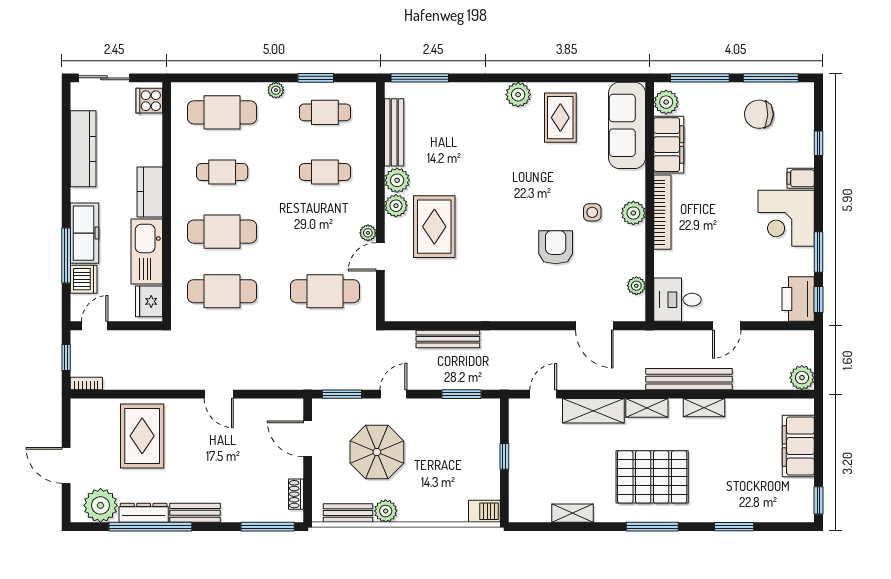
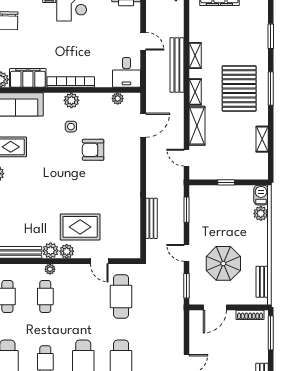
plant: (368, 233) -> (50, 269), moved
shoe rack: (296, 494) -> (250, 315), width x1.43
plant: (386, 511) -> (261, 213), moved

